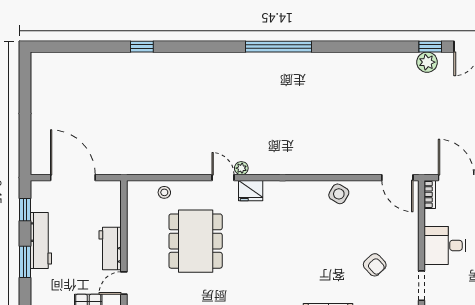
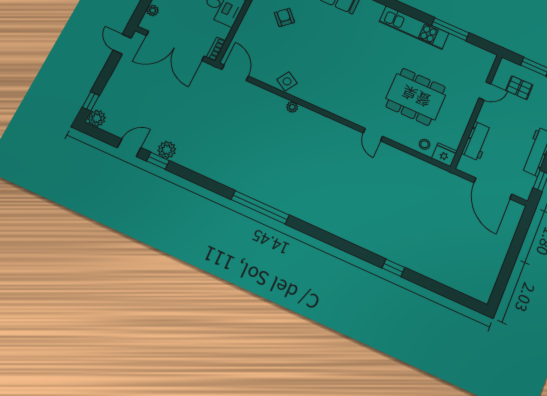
window: (279, 47) -> (260, 207), moved
plant: (241, 168) -> (292, 107), moved
fridge: (251, 191) -> (444, 155), moved
dining table: (196, 241) -> (416, 97), turned 90
workbench: (110, 248) -> (477, 141), moved

